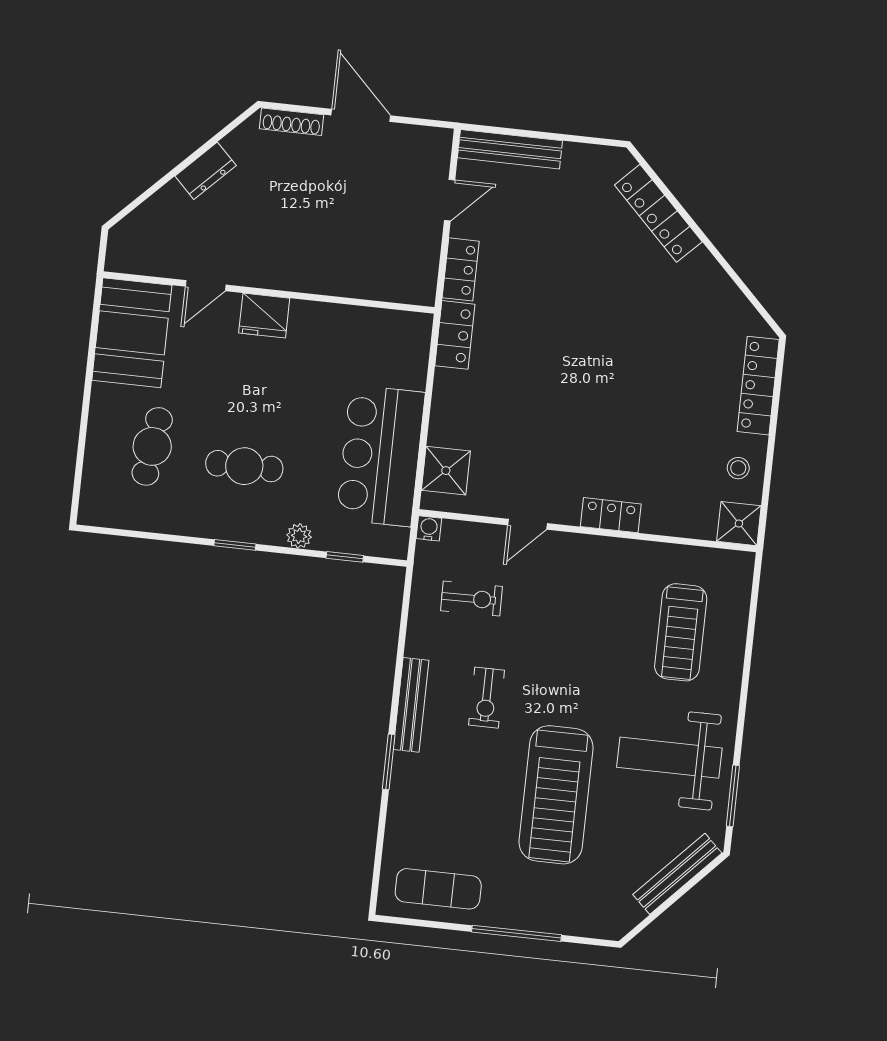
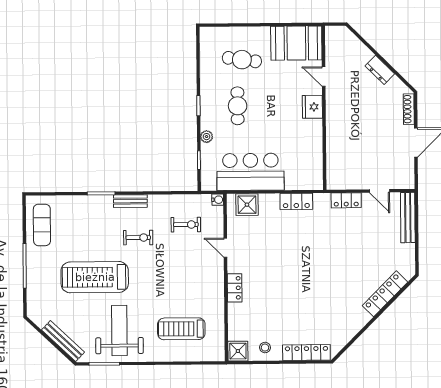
locker: (455, 335) -> (296, 201), moved
exercise bike: (471, 599) -> (186, 225), turned -89
exercise bike: (487, 698) -> (138, 238), turned 180
bench: (411, 705) -> (130, 201), width x0.73

